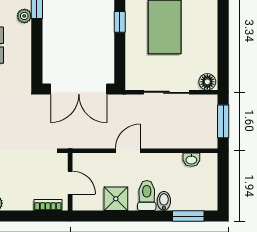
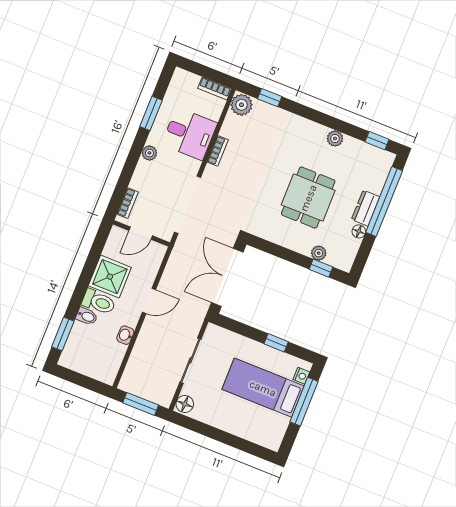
door: (128, 151) -> (149, 301), hinge flipped
washbasin: (191, 160) -> (125, 335), moved
shower: (116, 199) -> (110, 277), width x1.36, depth x1.36

